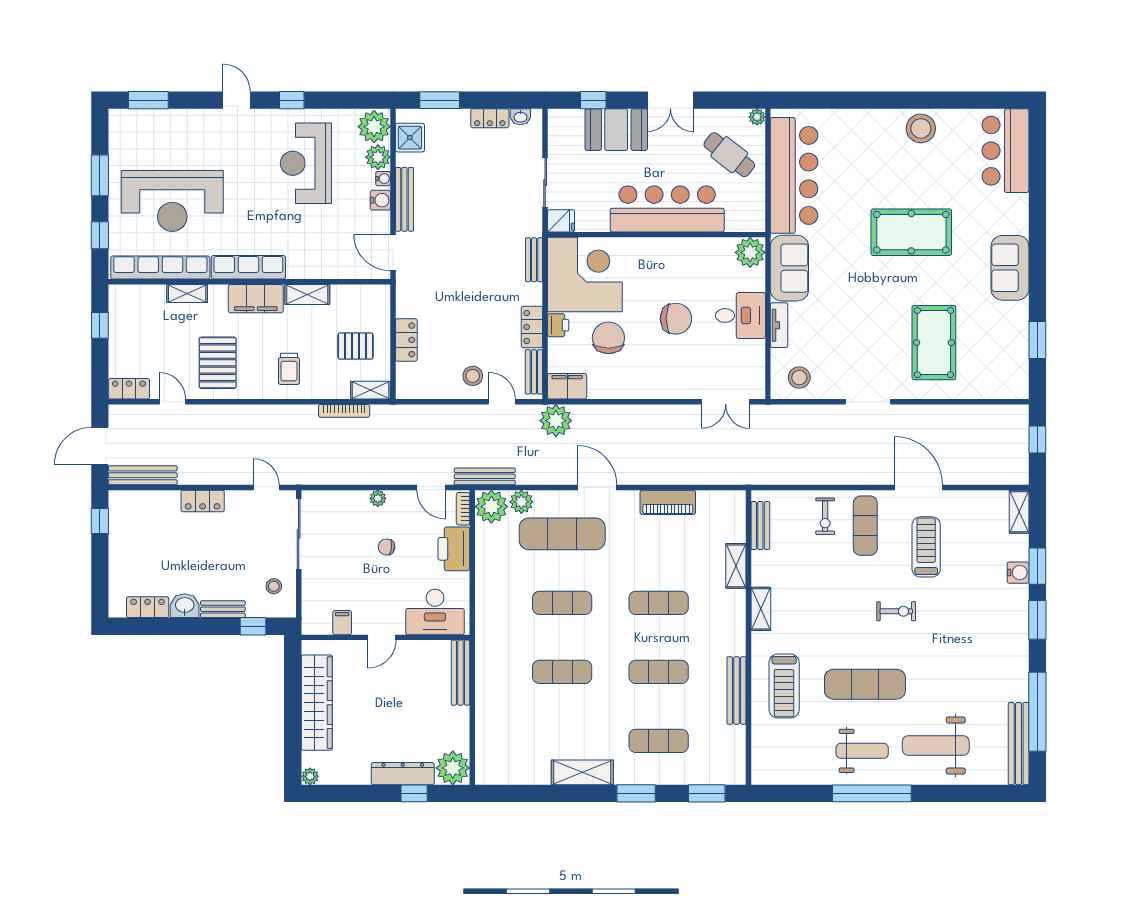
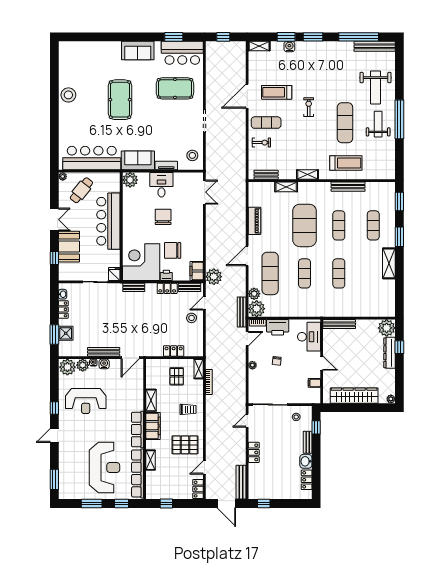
shower: (410, 138) -> (66, 333), moved
bar counter: (1005, 151) -> (182, 53), moved
exercise mat: (659, 603) -> (305, 225), width x2.00, depth x1.45

